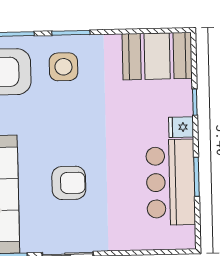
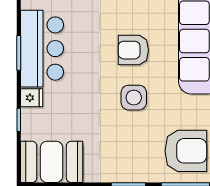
side table: (63, 67) -> (134, 98), moved

